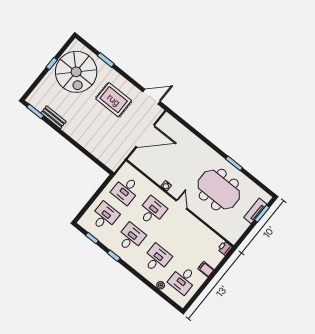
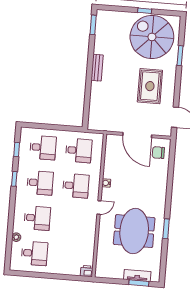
spiral stairs: (76, 72) -> (152, 37), turned 90
bench: (53, 117) -> (97, 68), moved
chair: (170, 129) -> (158, 153), added
desk: (126, 190) -> (79, 150), turned 180
filing cabinet: (206, 269) -> (57, 267), removed
desk: (183, 280) -> (34, 253), turned 180

